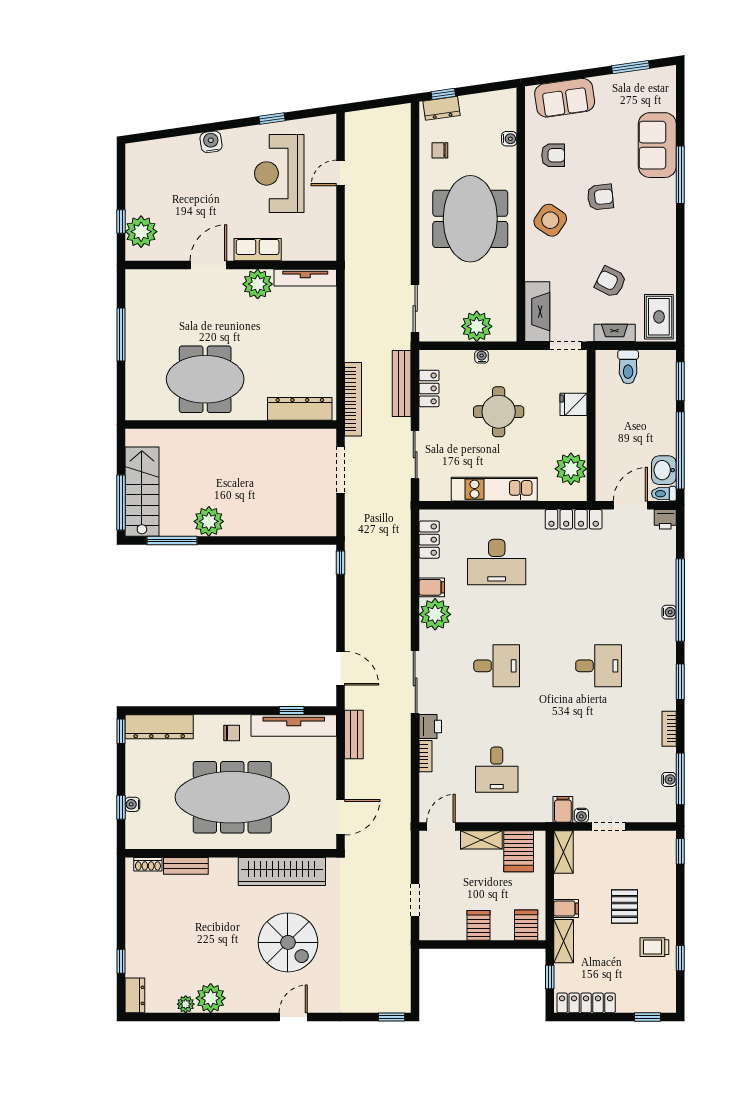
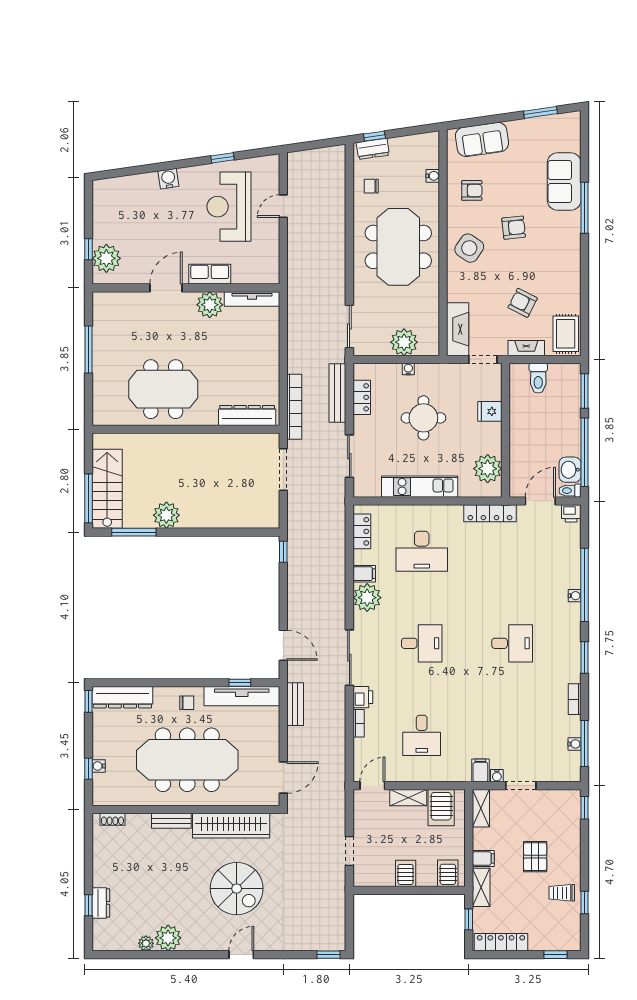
bench: (186, 866) -> (171, 821), moved
dresser: (135, 995) -> (101, 903), moved

